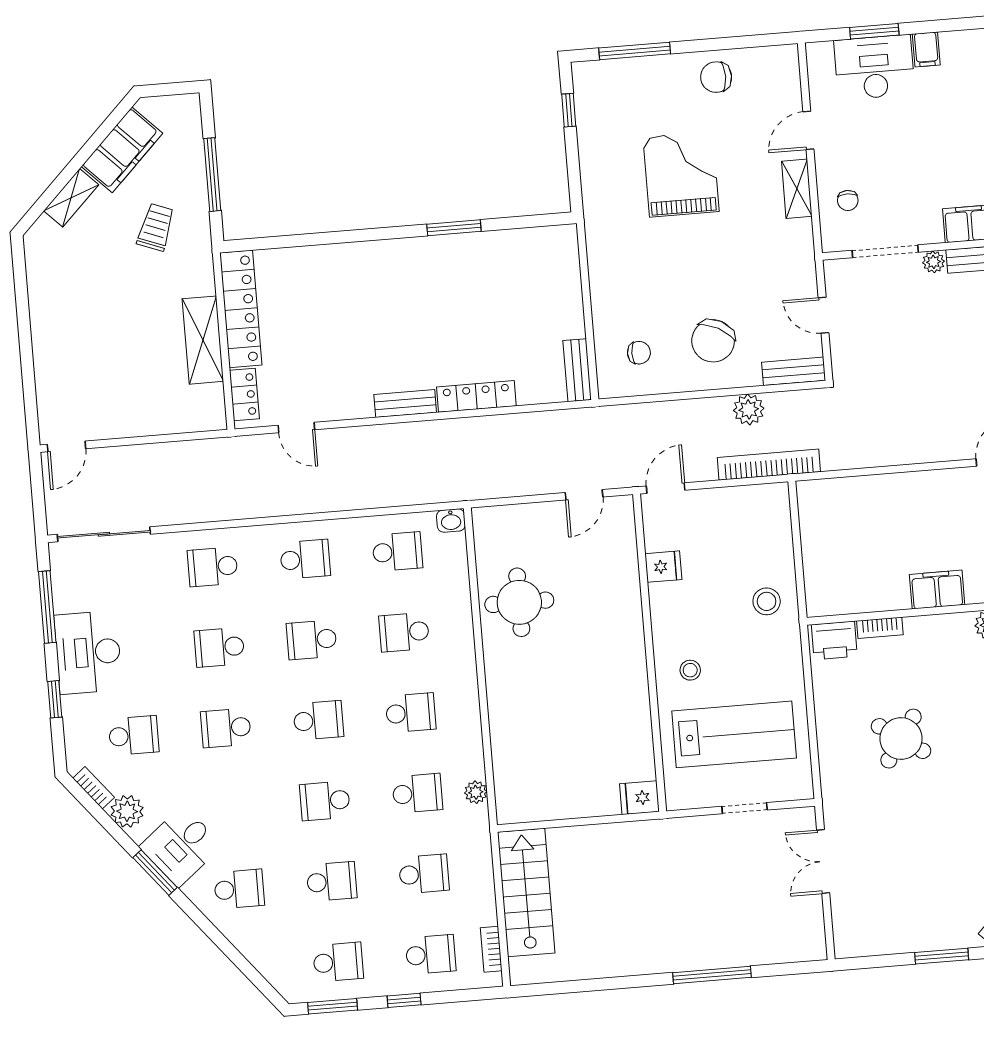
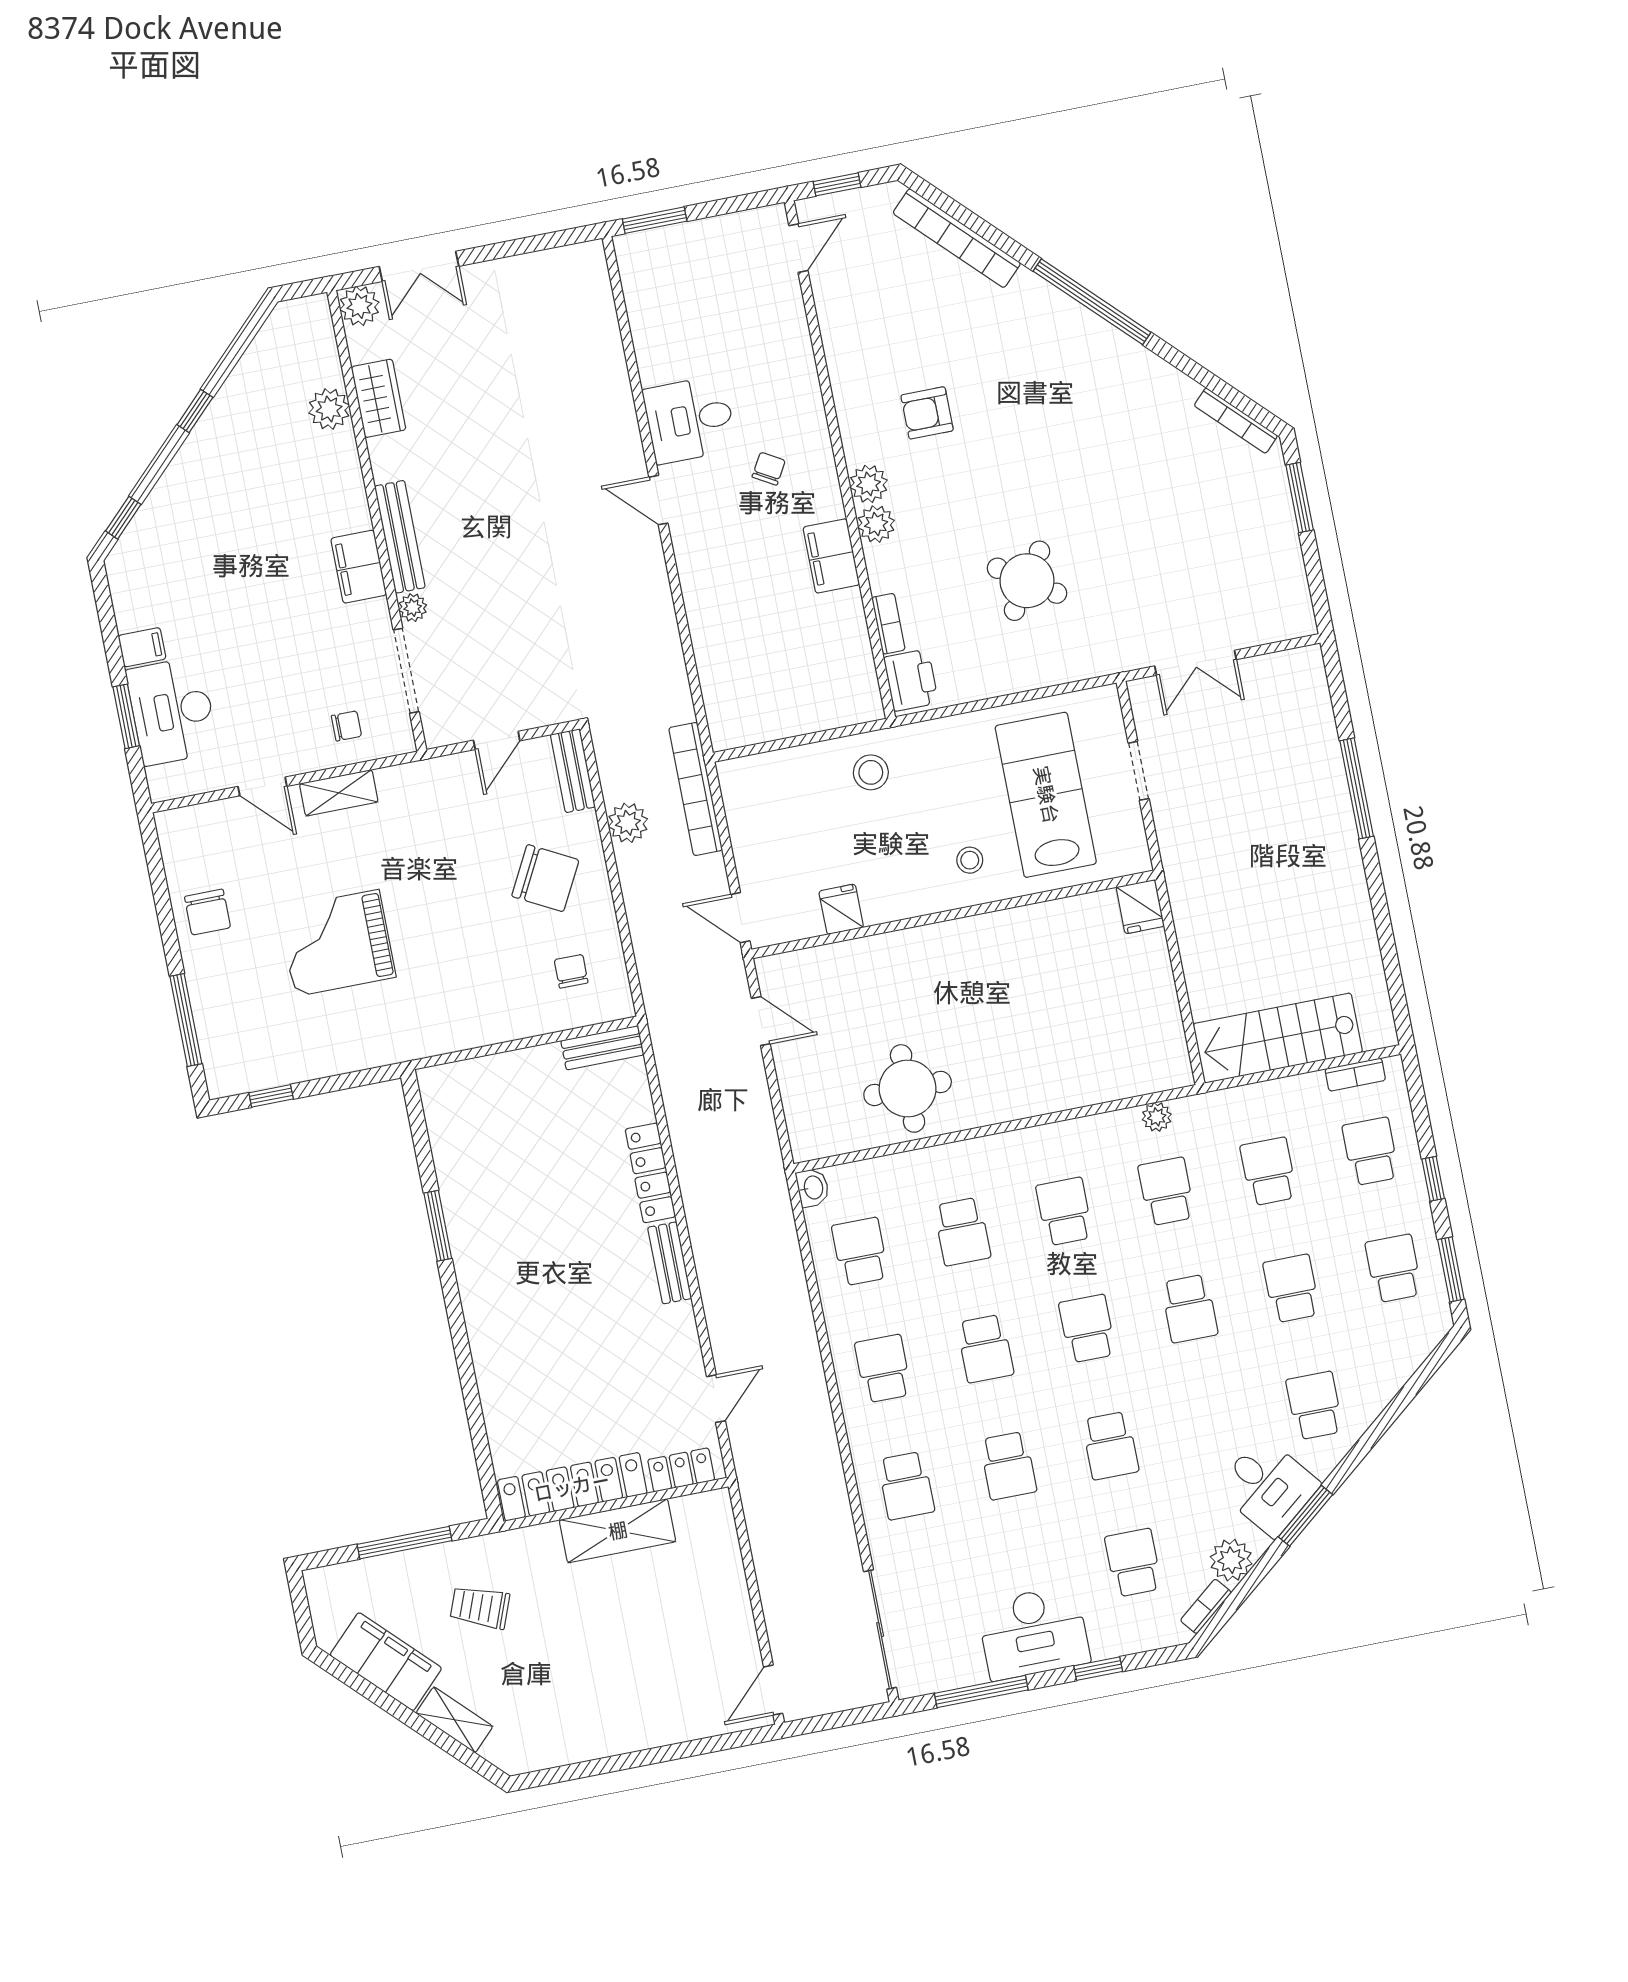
door: (66, 446) -> (773, 1690), swing flipped
plant: (958, 627) -> (876, 524), added

